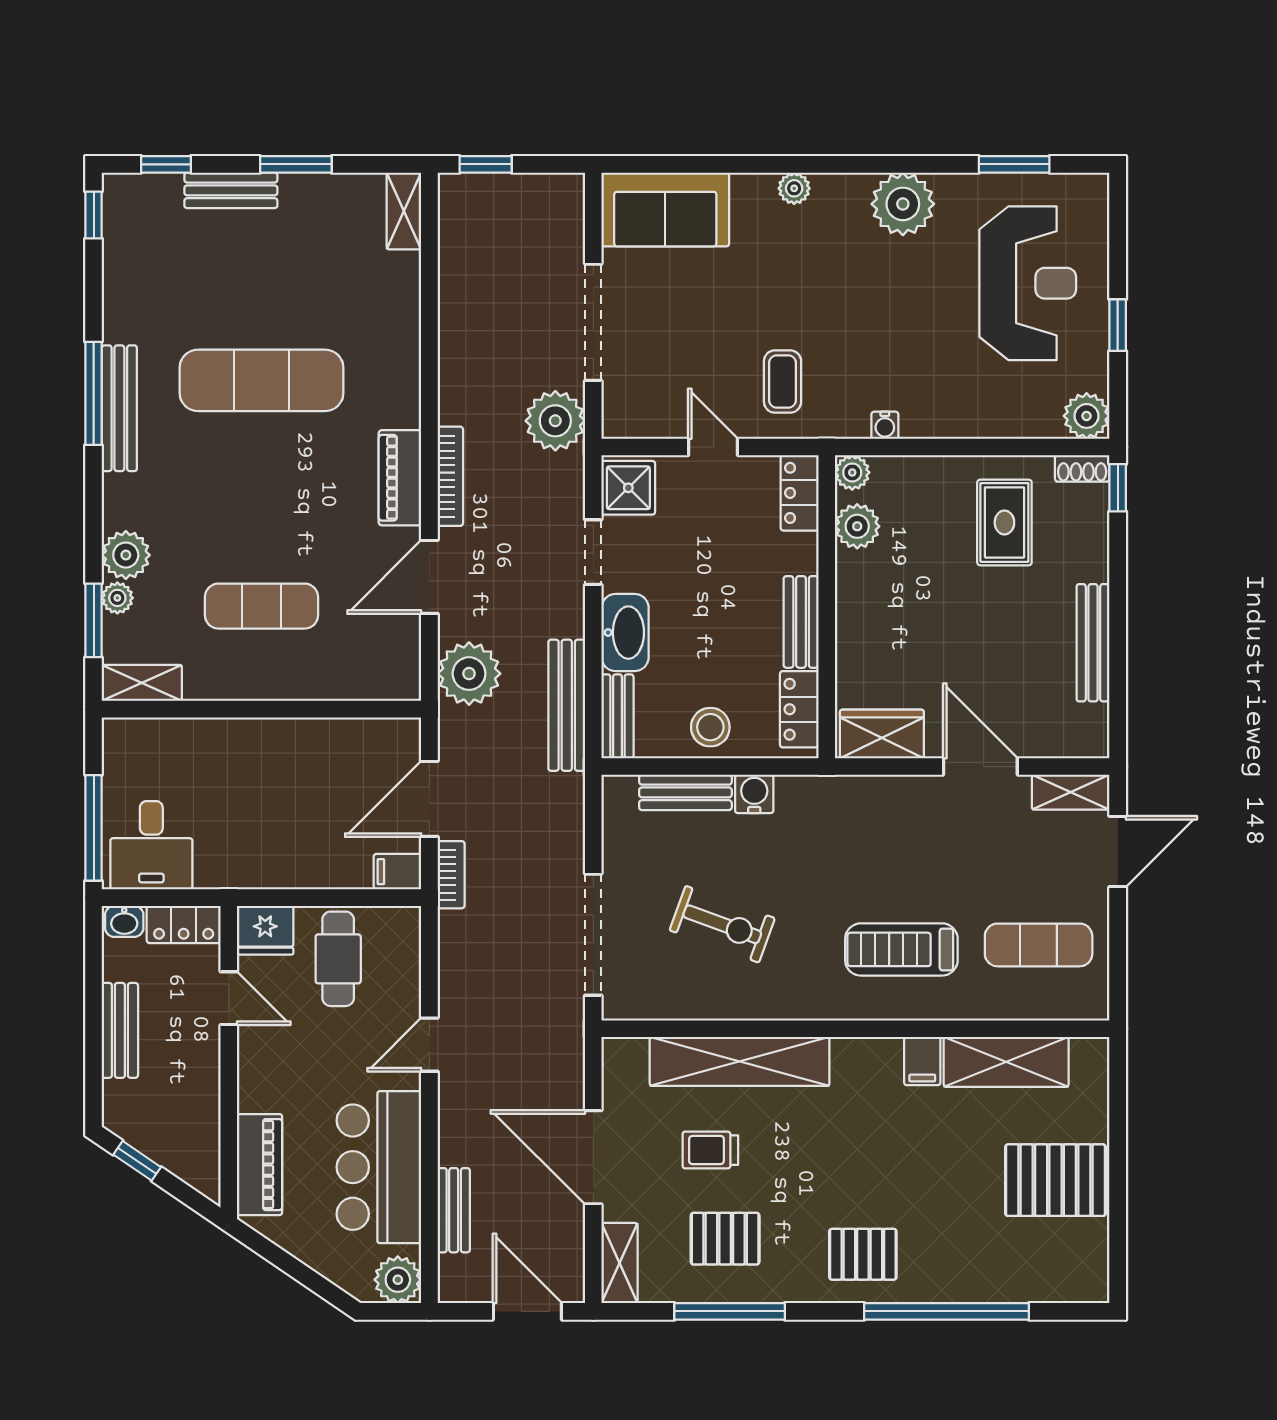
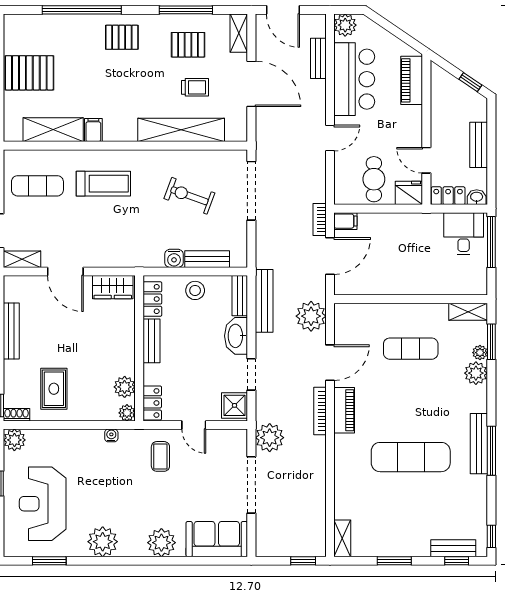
plant: (794, 188) -> (161, 543), width x1.88, depth x1.88
bench: (231, 190) -> (453, 548), moved

